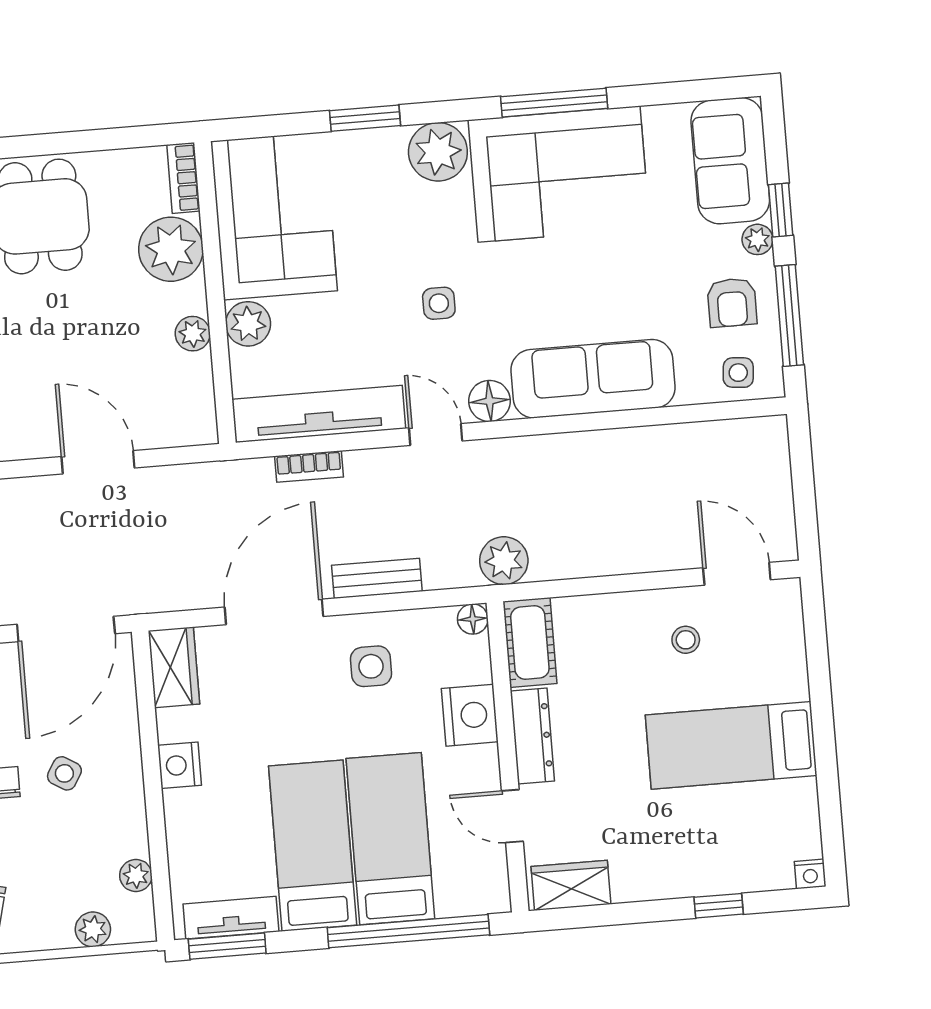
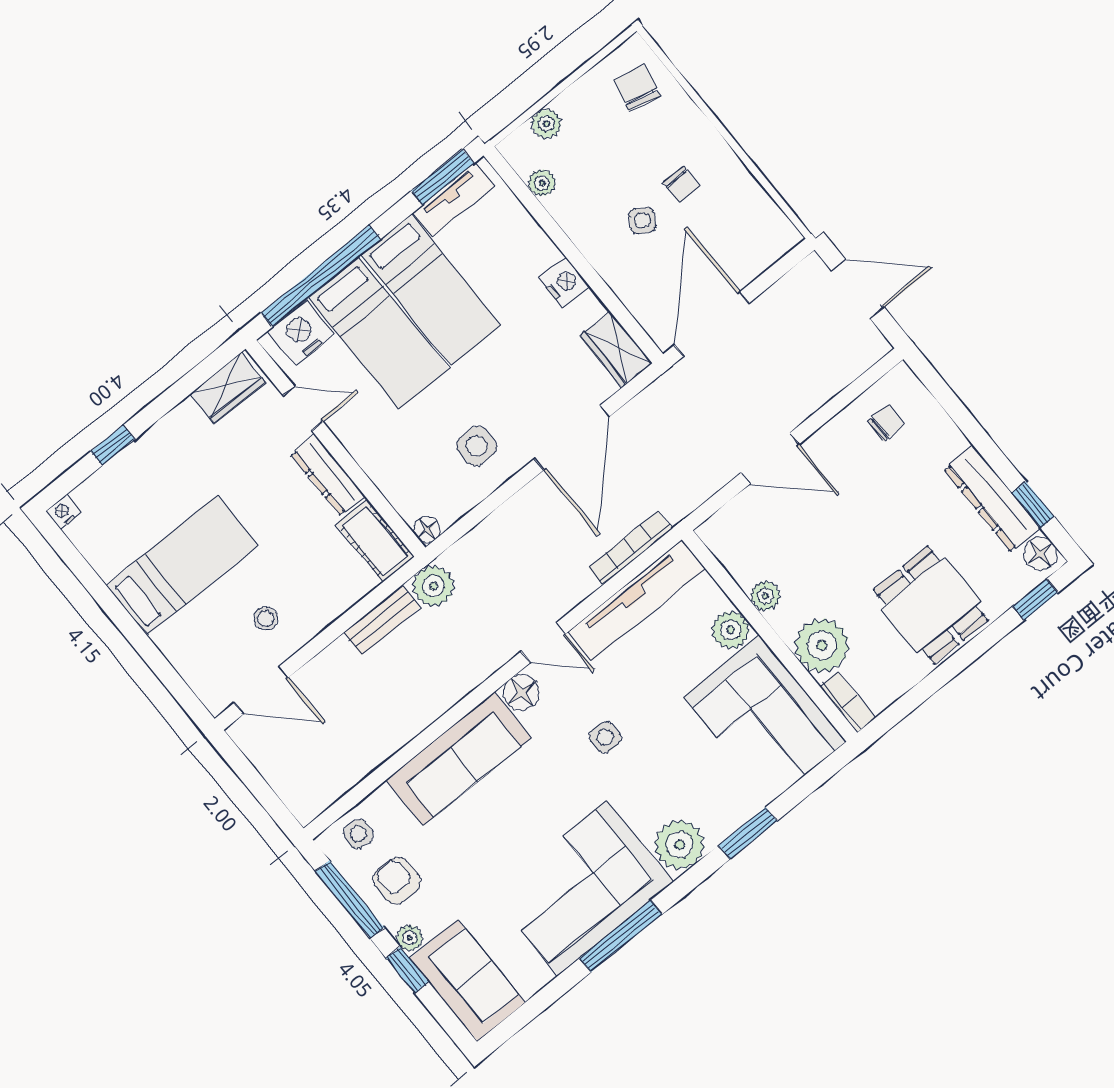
bookcase: (309, 466) -> (631, 548), width x1.56
bench: (377, 578) -> (382, 620), moved
nightstand: (470, 715) -> (301, 333), moved, turned 90

